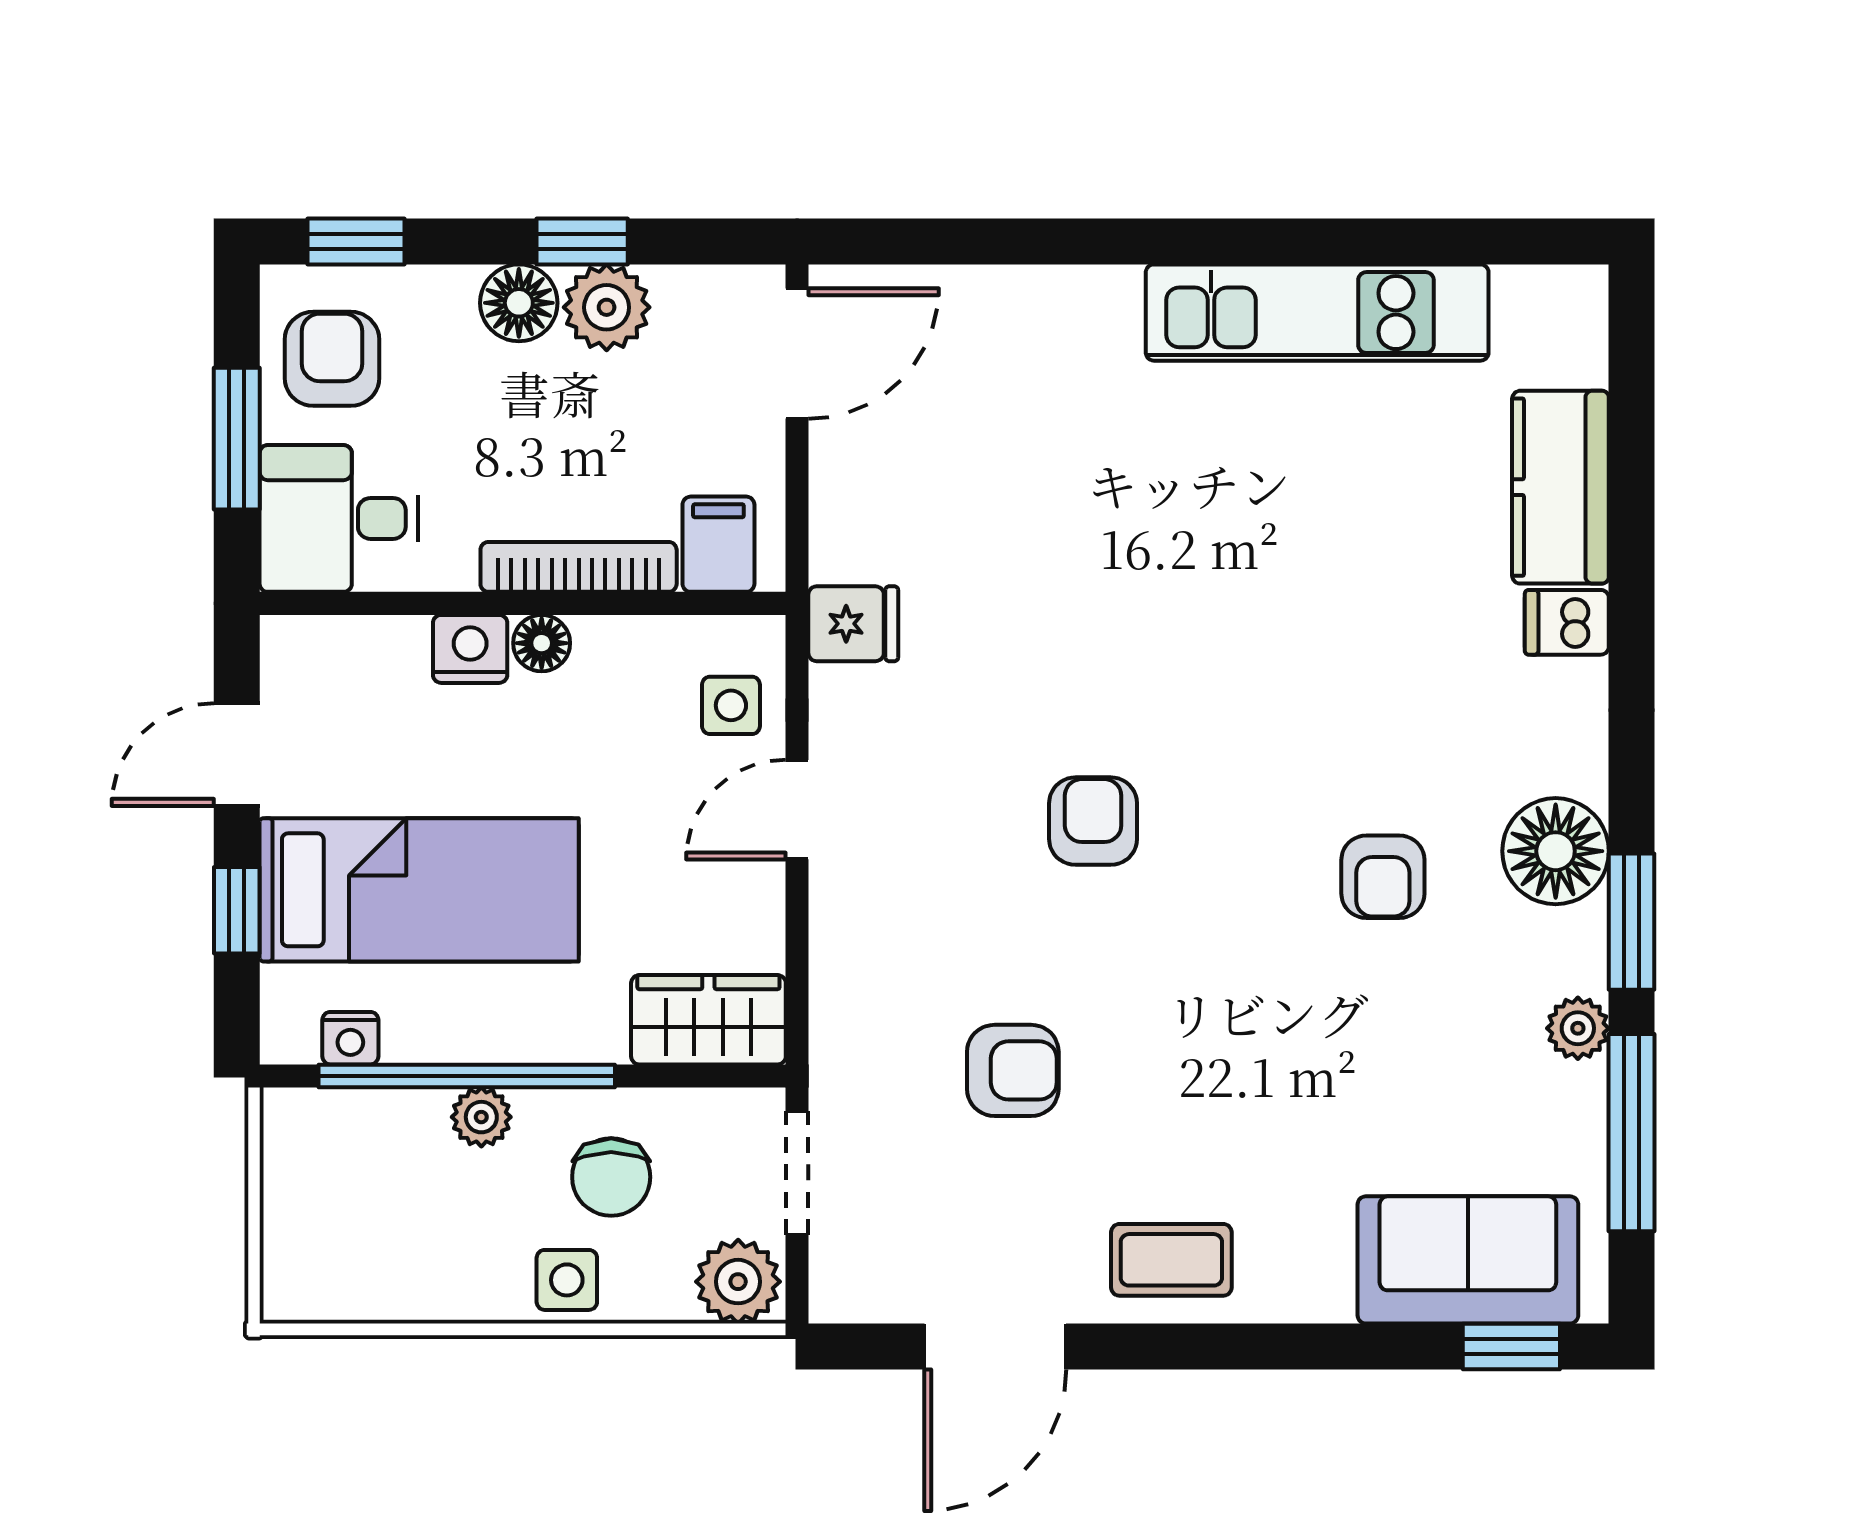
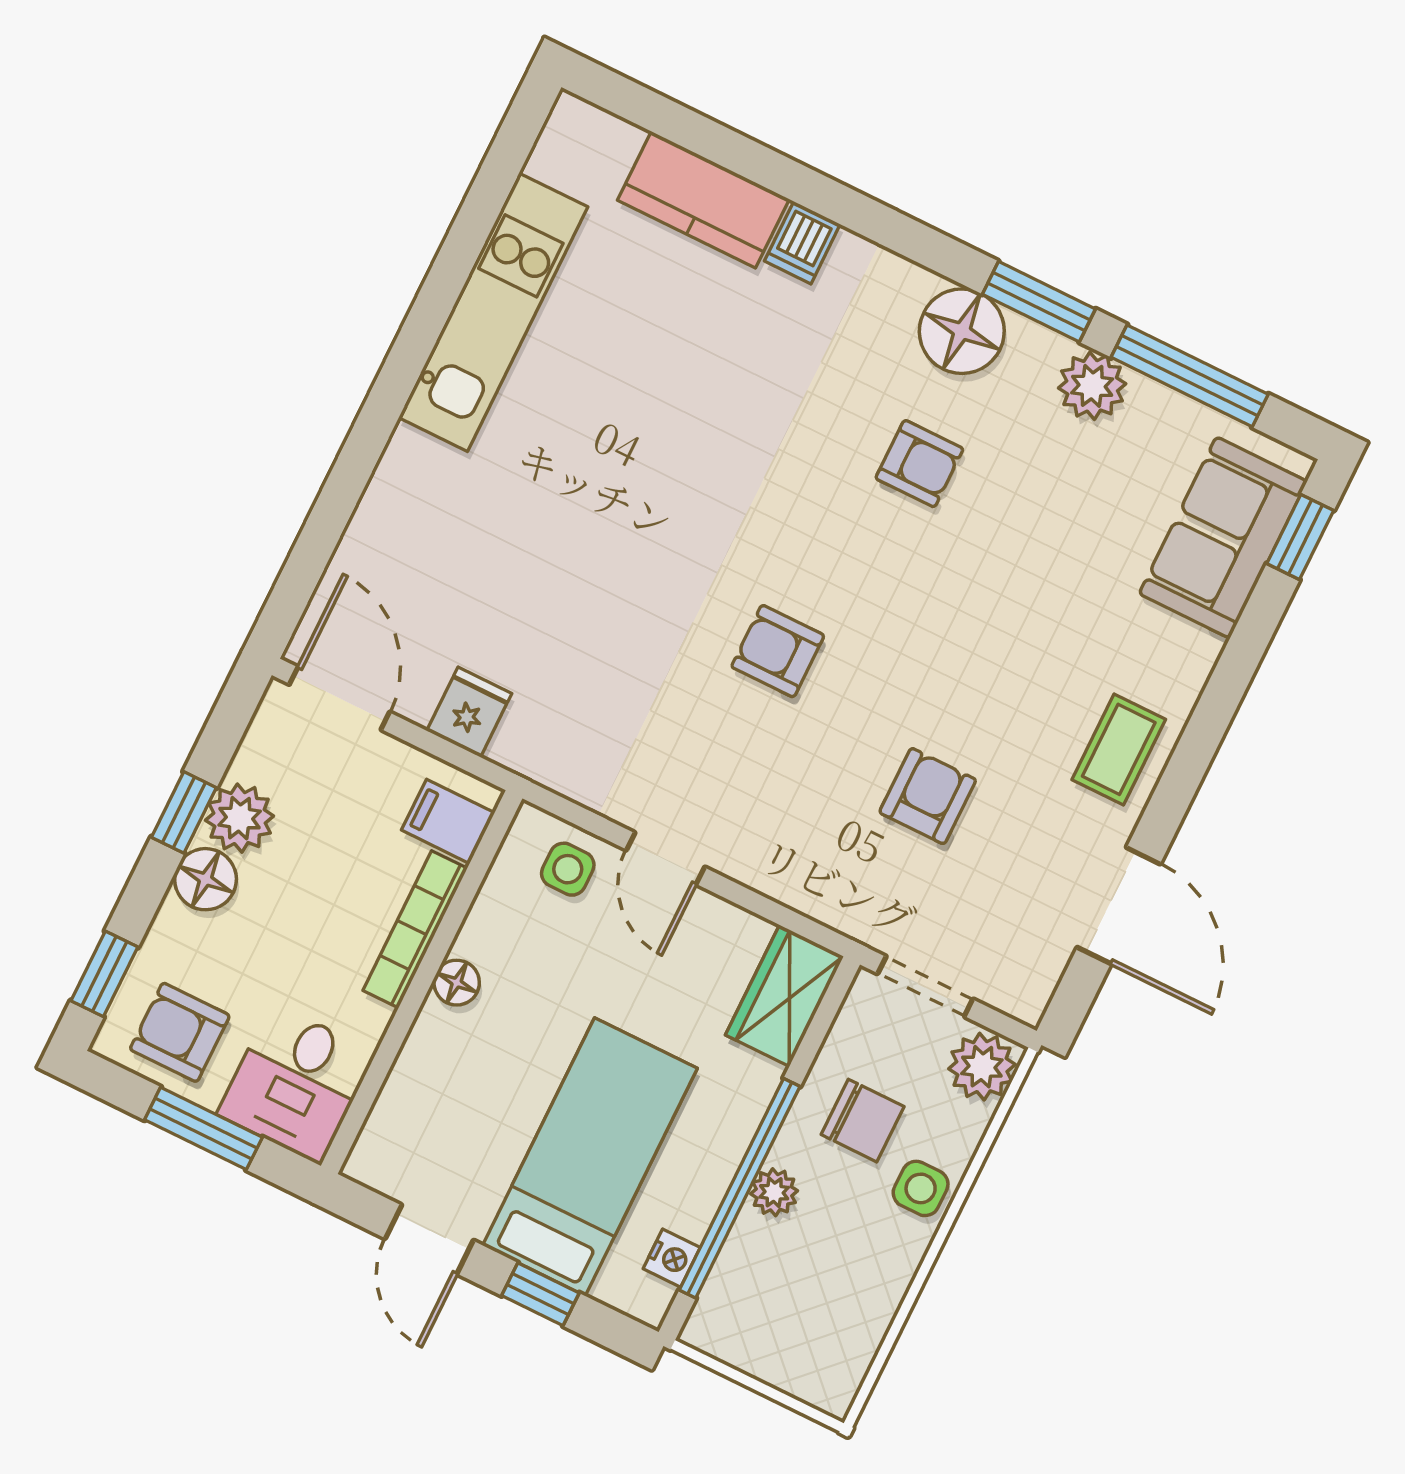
fridge: (853, 624) -> (469, 712), moved
nightstand: (470, 649) -> (436, 1036), removed
plant: (1578, 1028) -> (1092, 386), width x1.38, depth x1.38

